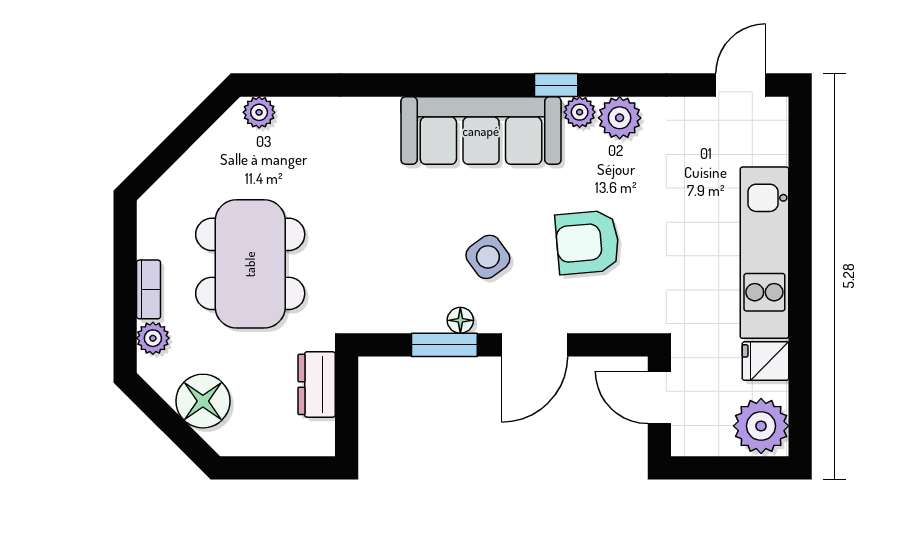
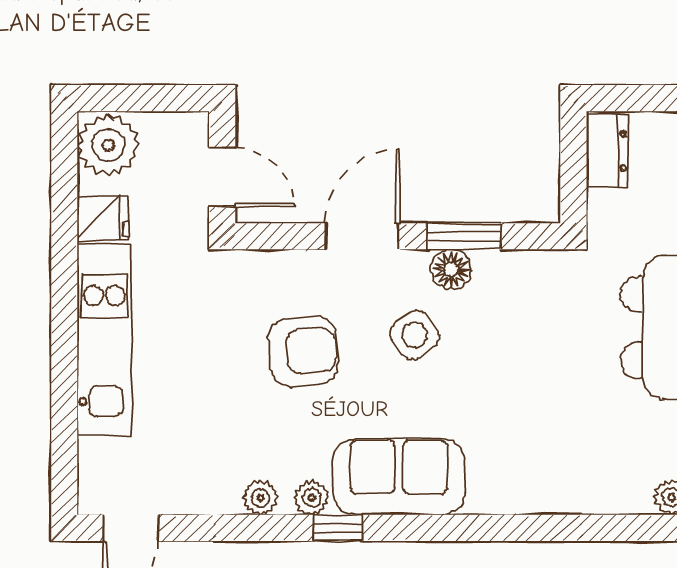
plant: (620, 118) -> (260, 498), width x0.73, depth x0.73
sofa: (481, 131) -> (399, 477), width x0.73
floor lamp: (460, 320) -> (451, 269), width x1.37, depth x1.37
dresser: (317, 384) -> (607, 151), moved

